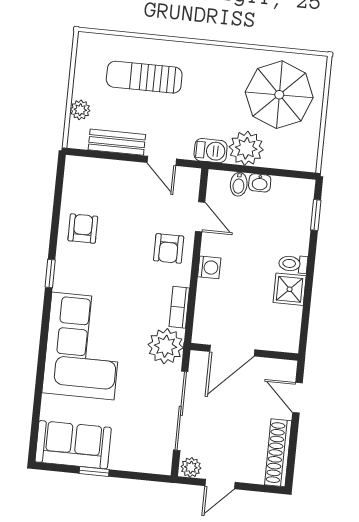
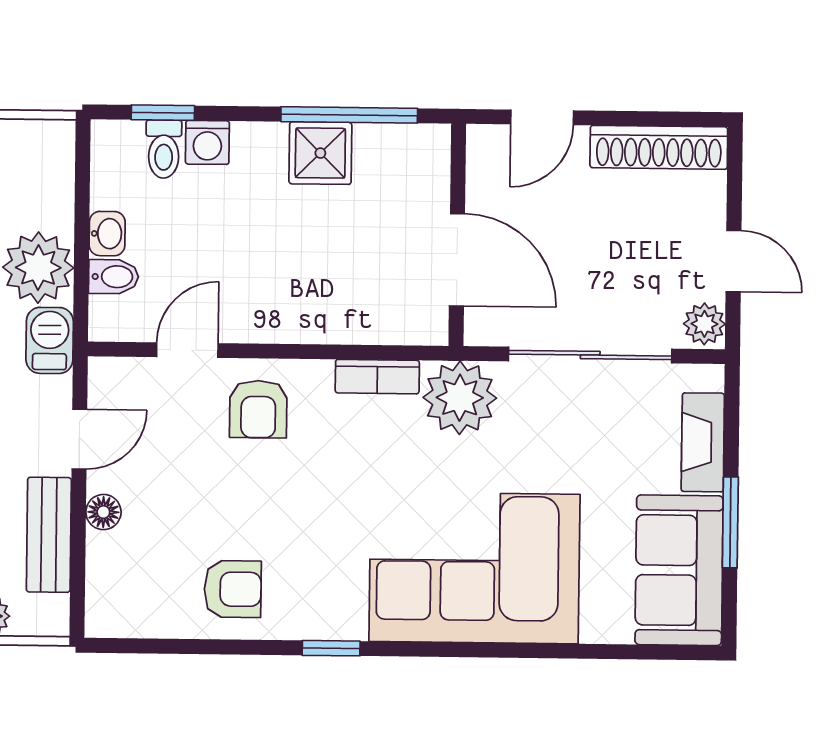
floor lamp: (125, 169) -> (103, 512), added
armchair: (83, 229) -> (233, 589), turned 180
armchair: (169, 248) -> (258, 409), turned 90
toilet: (293, 264) -> (164, 149), moved
washing machine: (209, 267) -> (207, 142), moved, turned 180
window: (307, 305) -> (349, 115), added
fireplace: (134, 462) -> (703, 442), added
window: (94, 471) -> (730, 522), width x1.50

